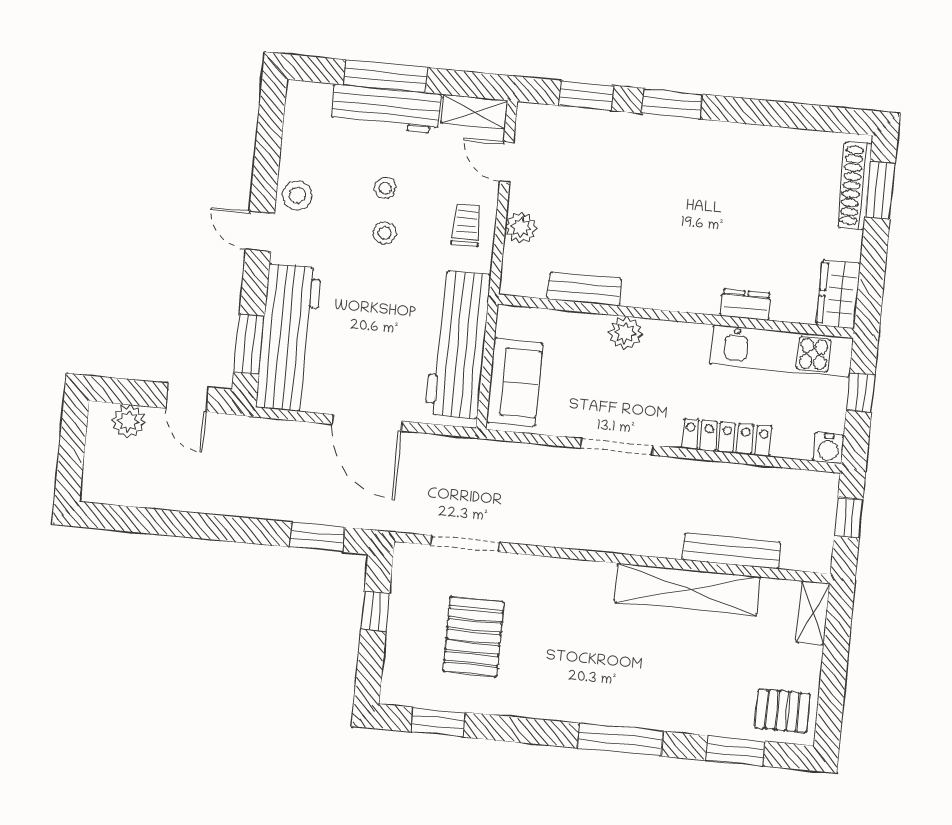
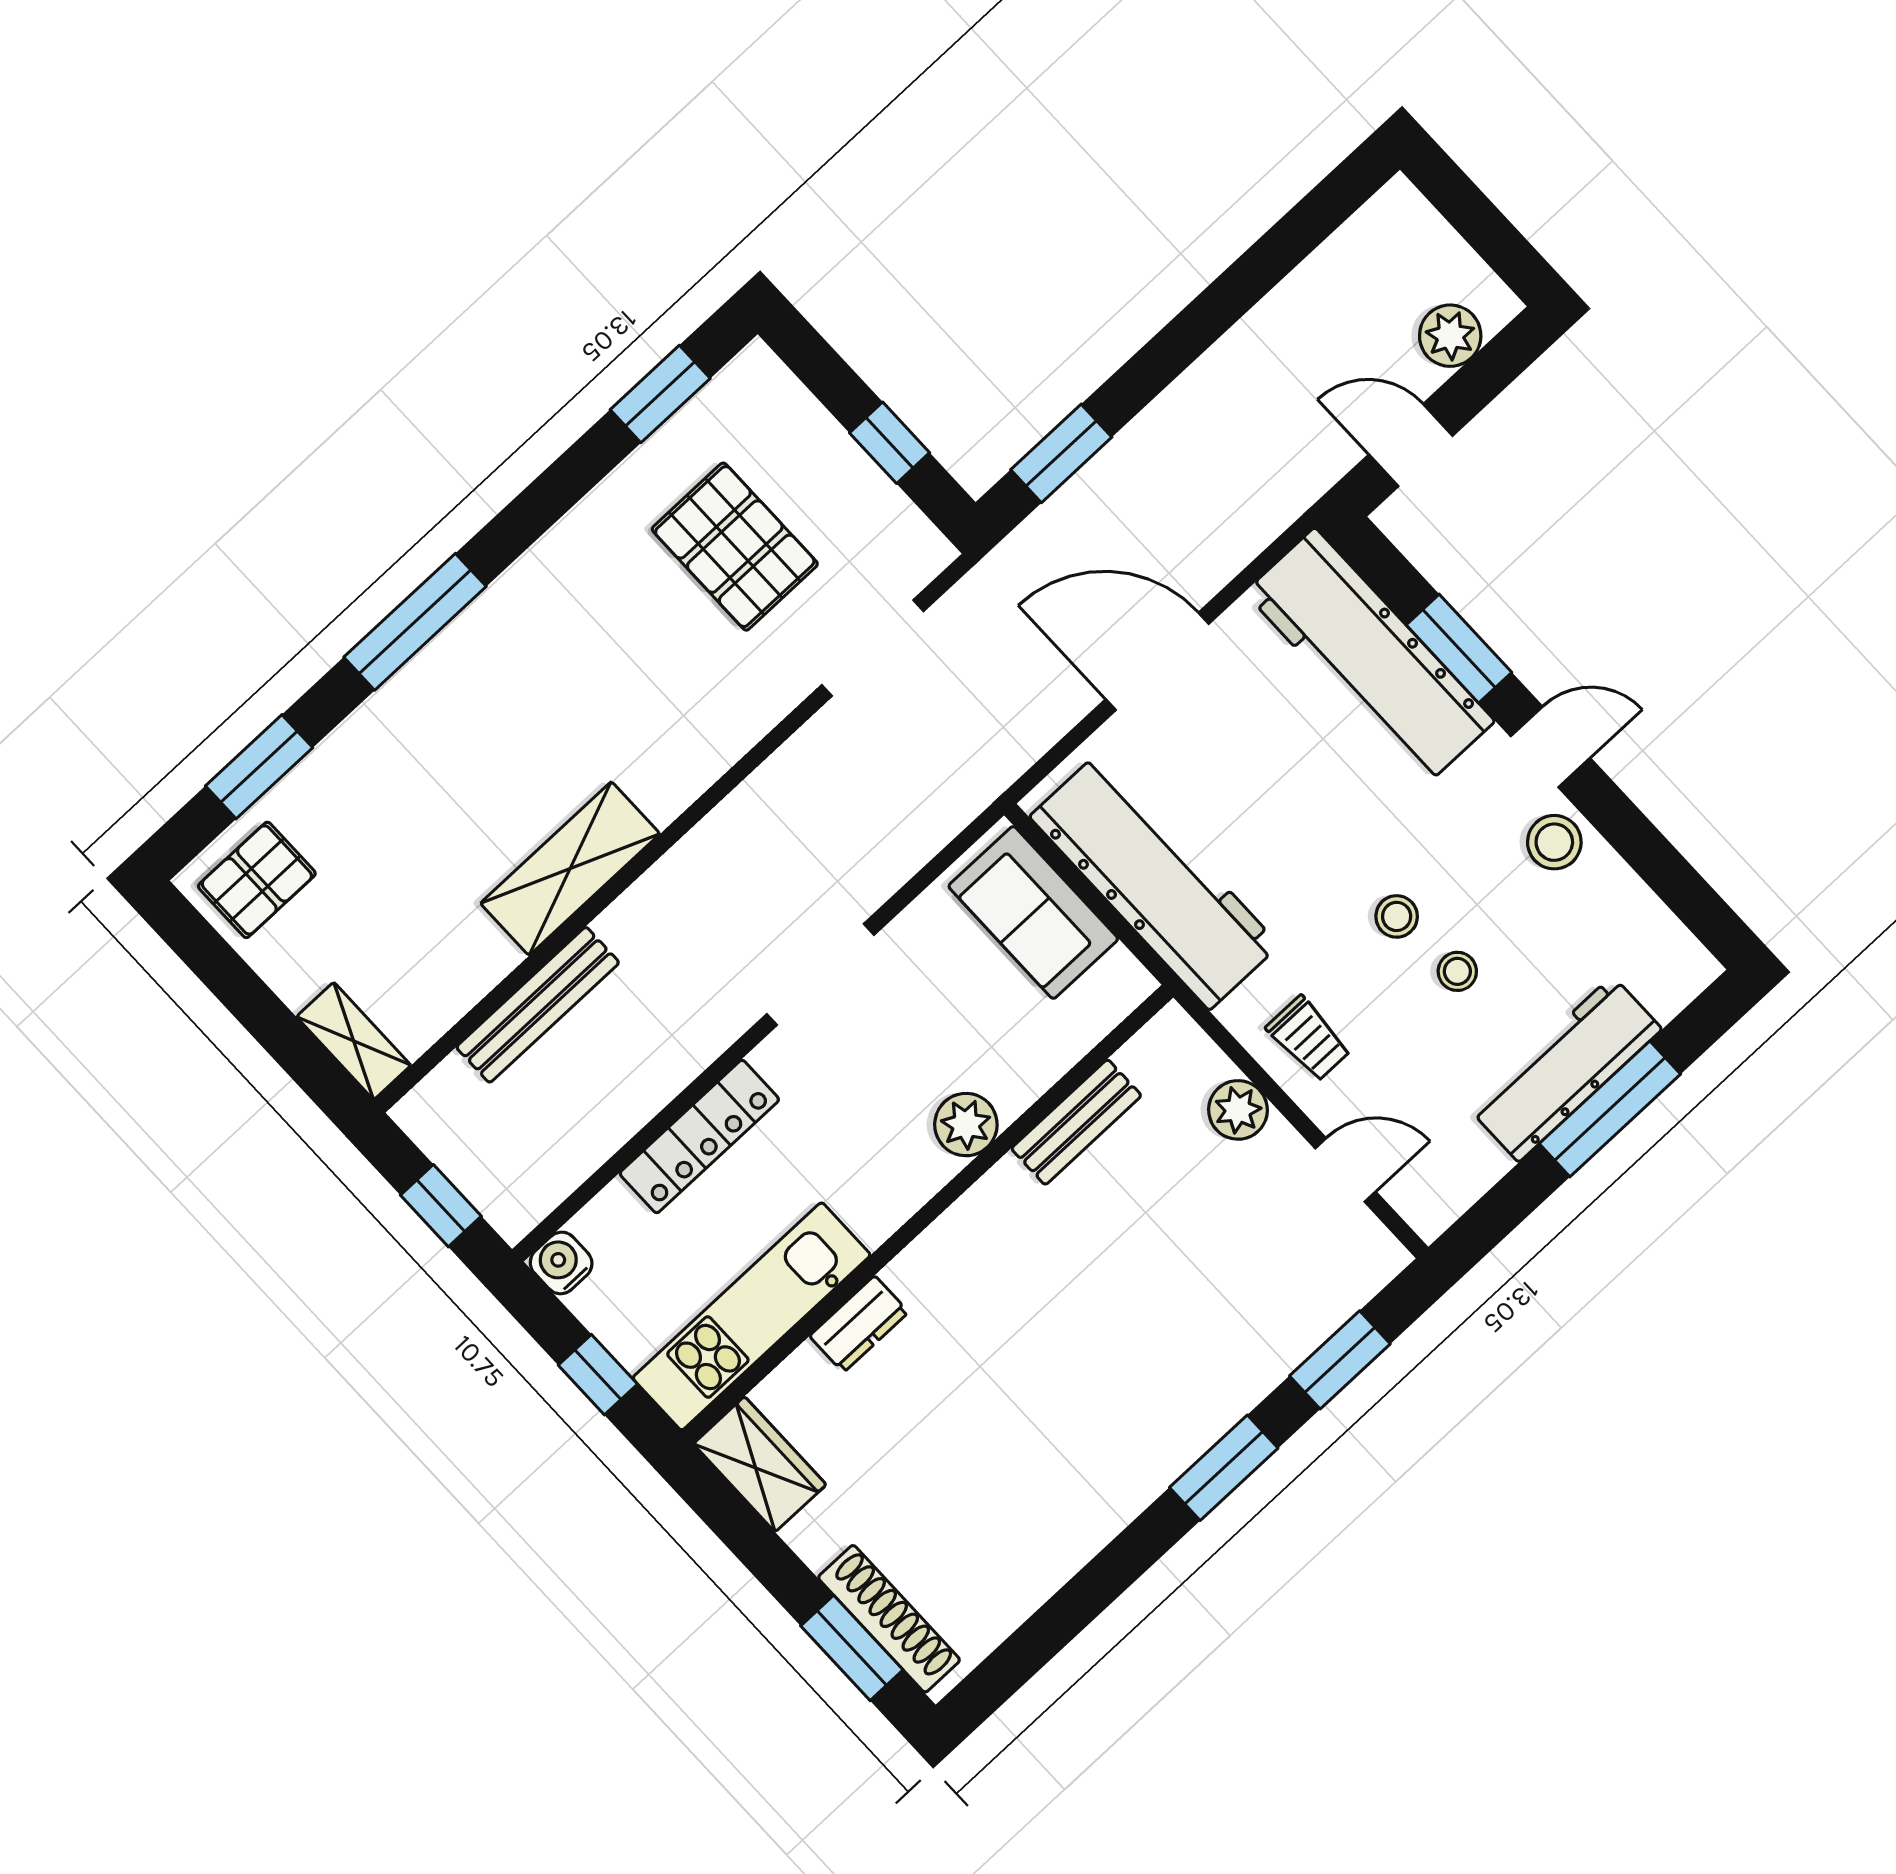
shelving: (474, 112) -> (1454, 1187), removed
window: (249, 345) -> (1459, 649), moved
shelving: (687, 589) -> (570, 869), width x0.68

